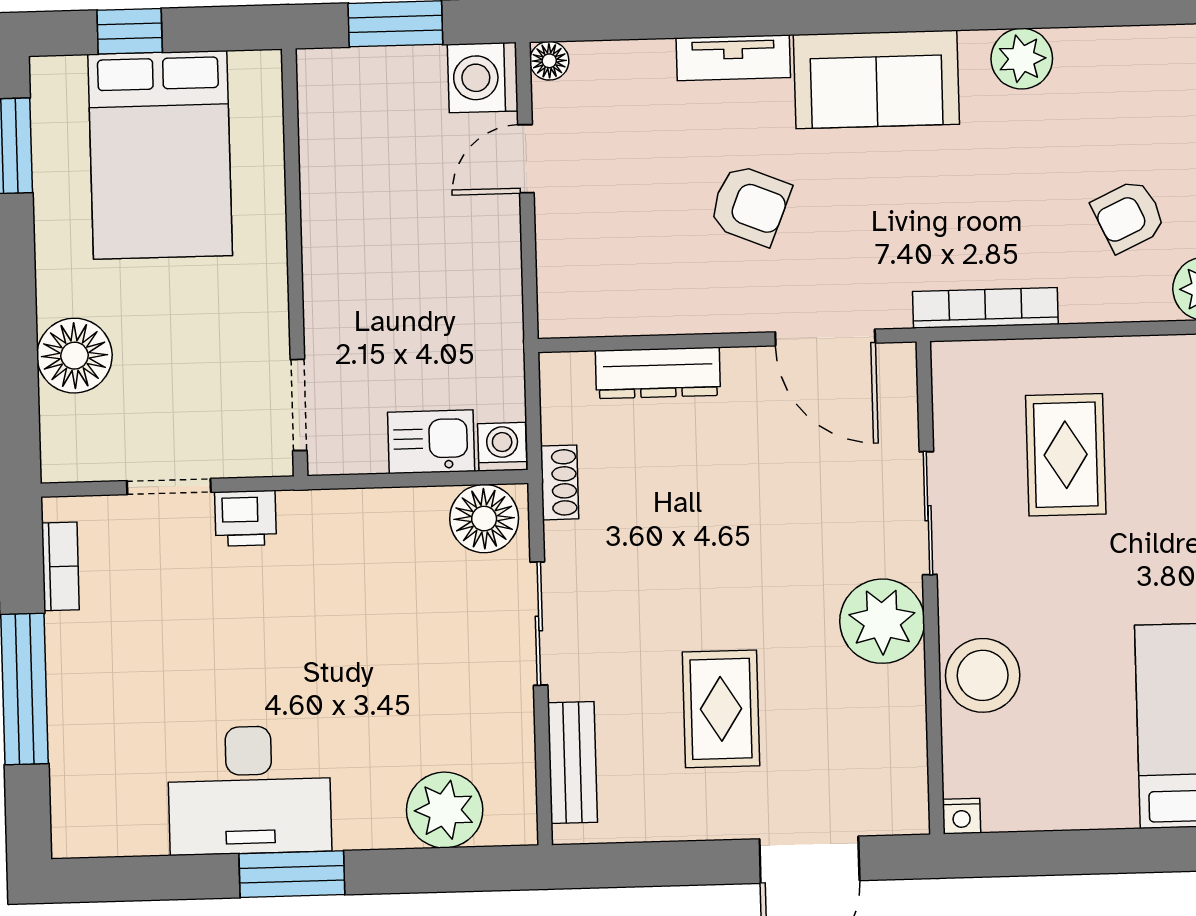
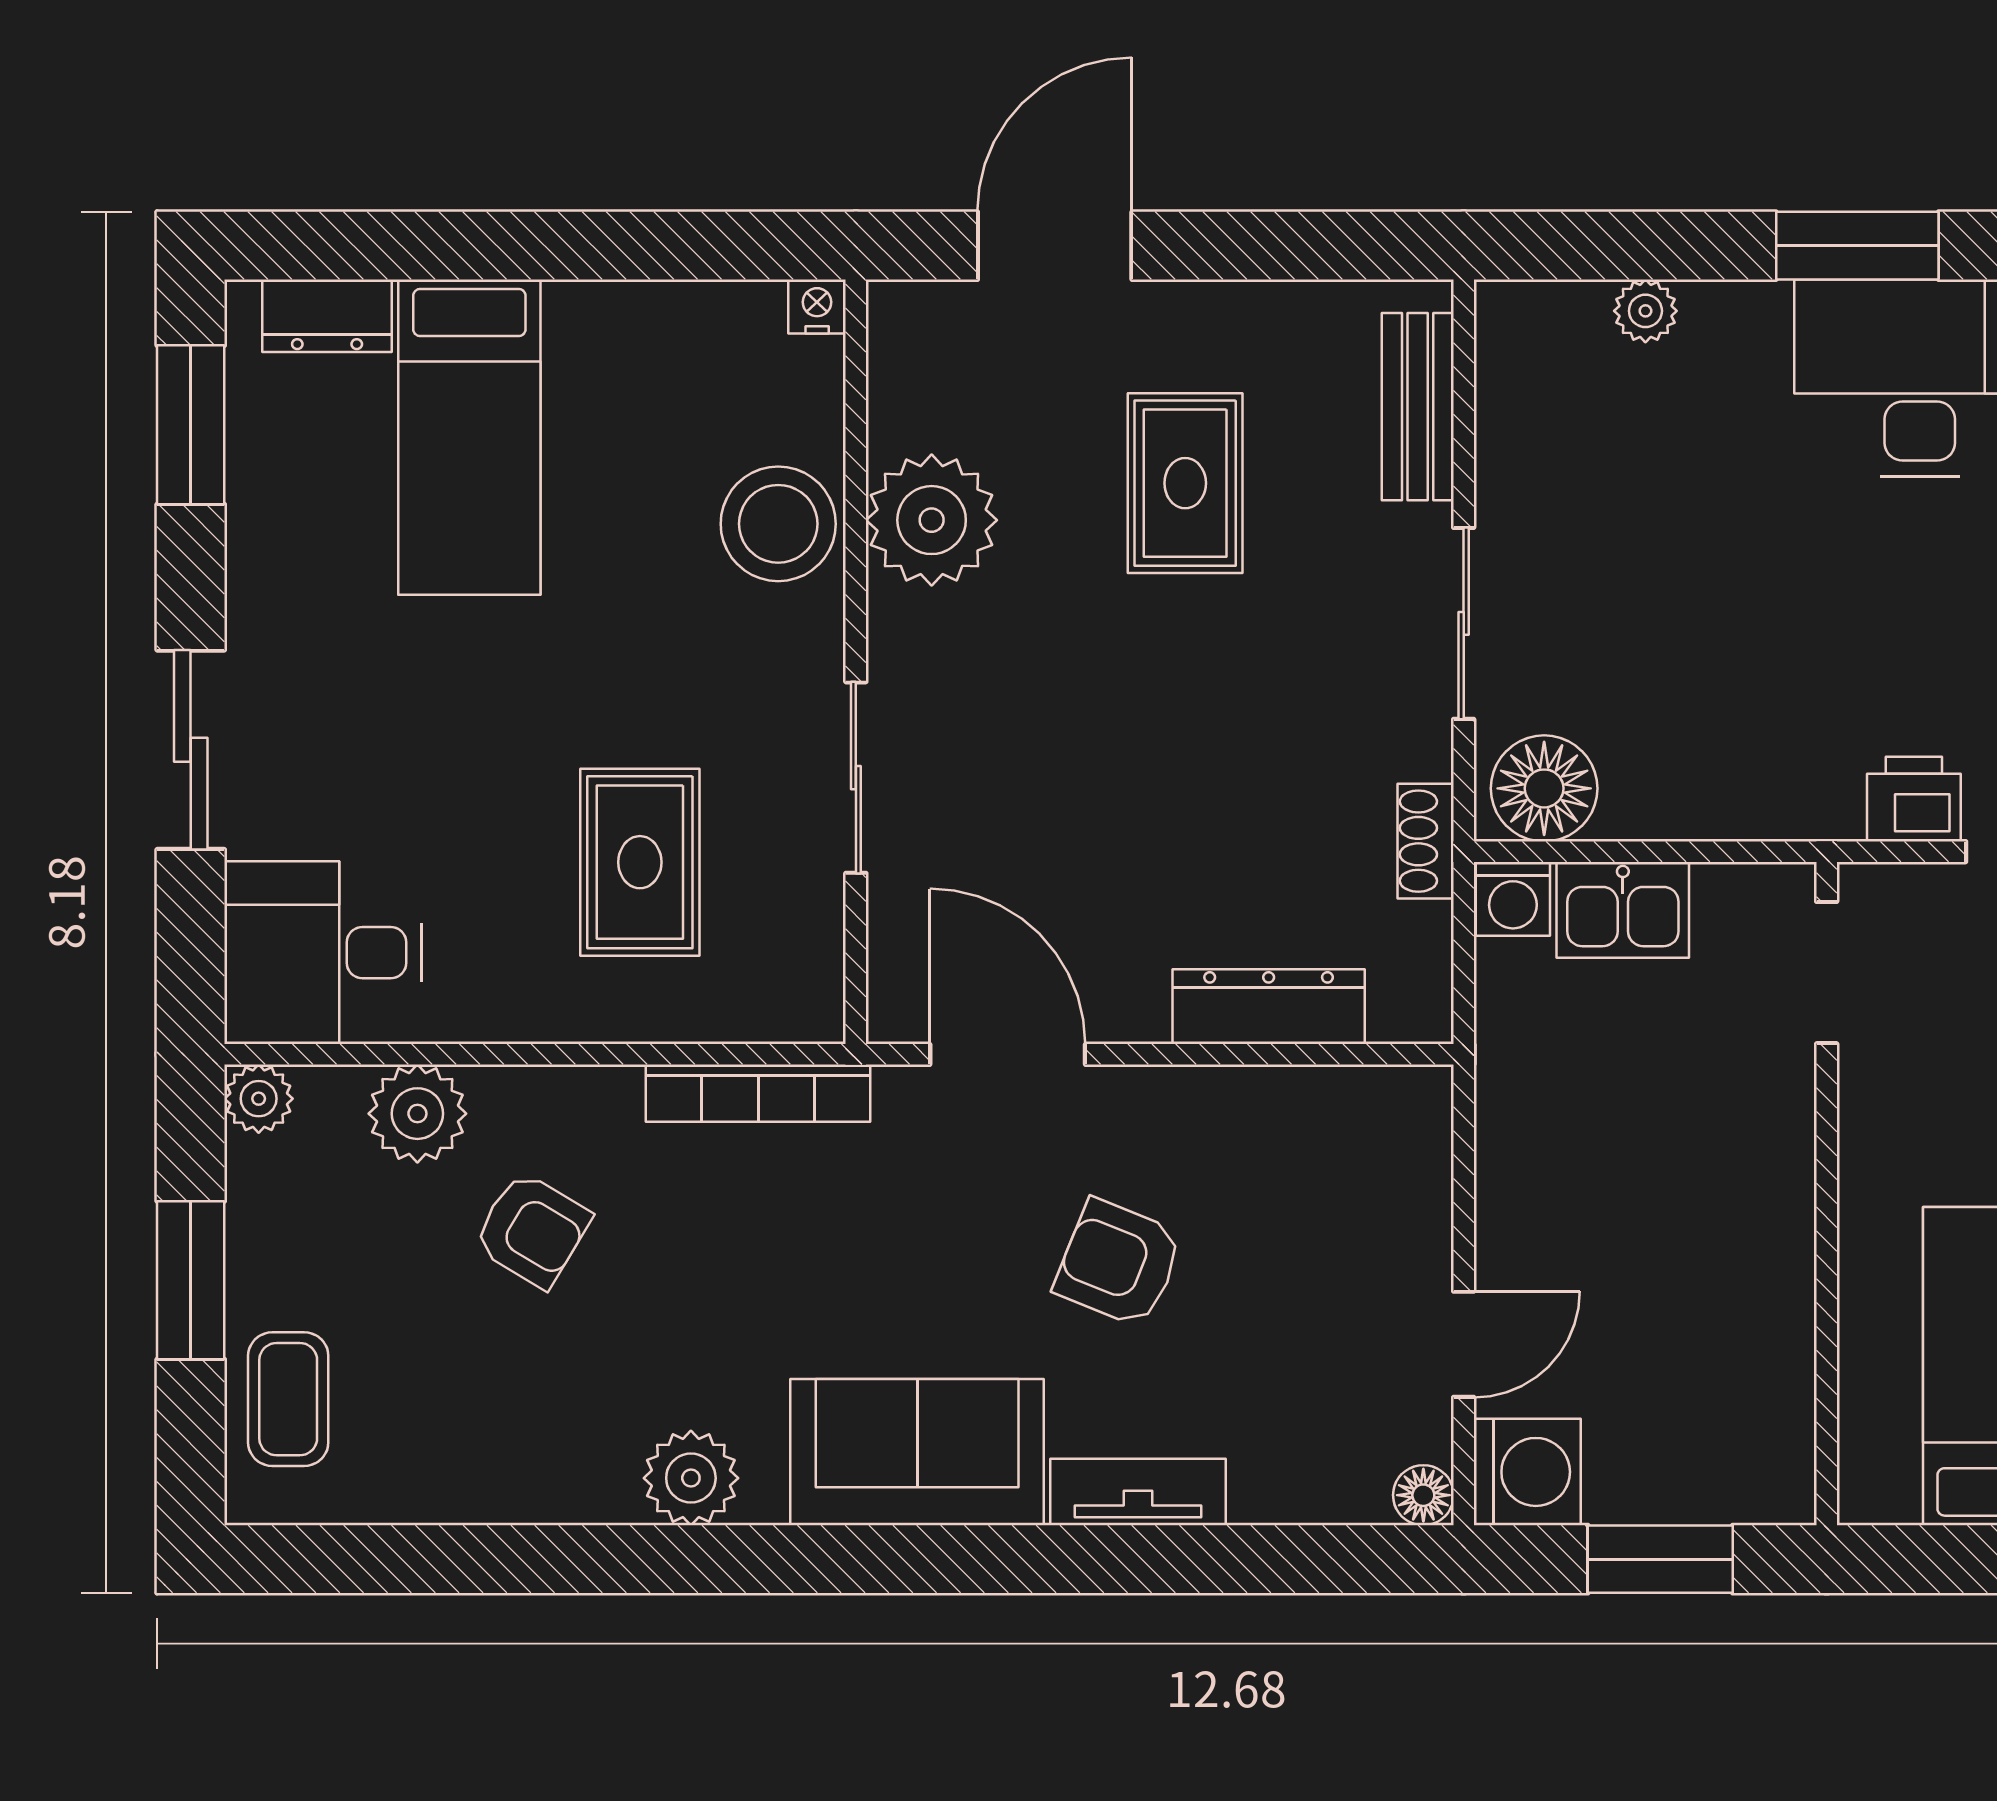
armchair: (1129, 216) -> (532, 1230), turned 56
plant: (882, 621) -> (932, 520), moved
plant: (445, 810) -> (1645, 311), width x0.53, depth x0.53

